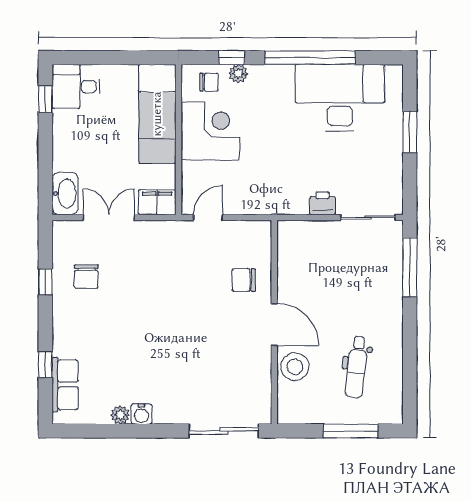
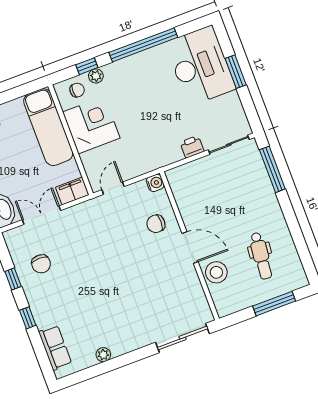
desk: (340, 98) -> (200, 66), moved, turned 90
window: (45, 365) -> (28, 318), moved
water cooler: (141, 414) -> (155, 183), moved, turned -90

